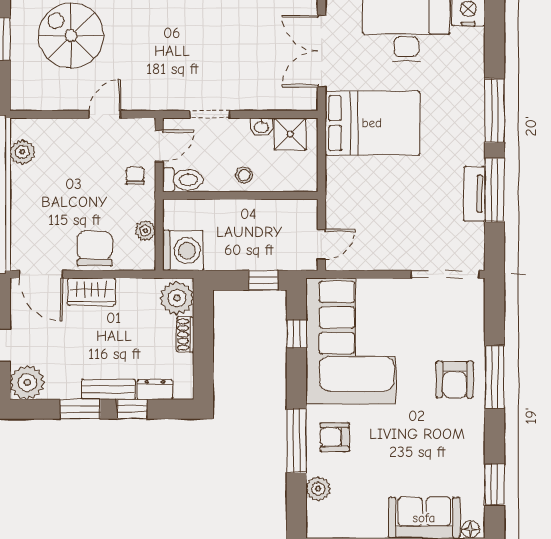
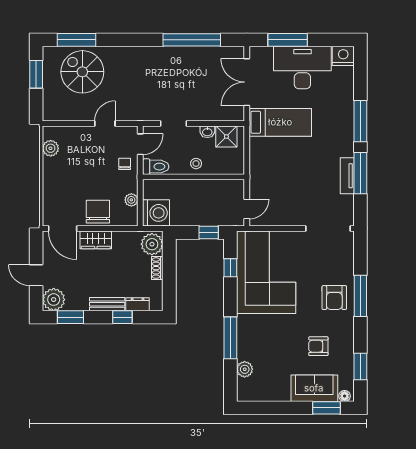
bed: (372, 123) -> (280, 122), width x0.67
window: (80, 409) -> (70, 317), moved
armchair: (335, 437) -> (318, 346), moved

